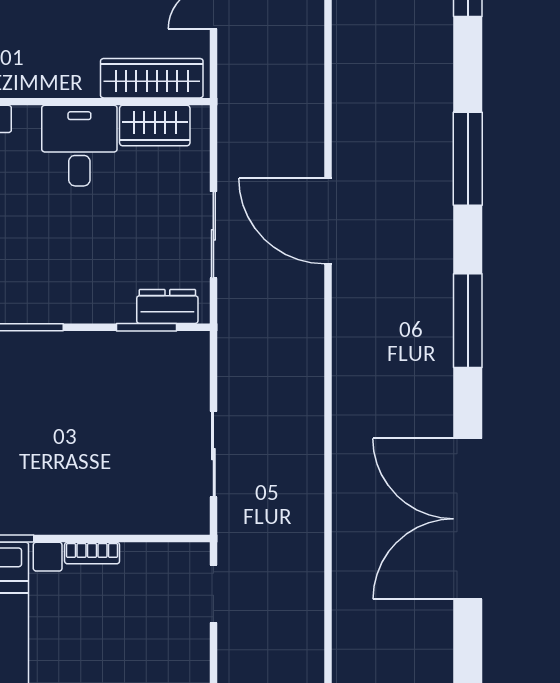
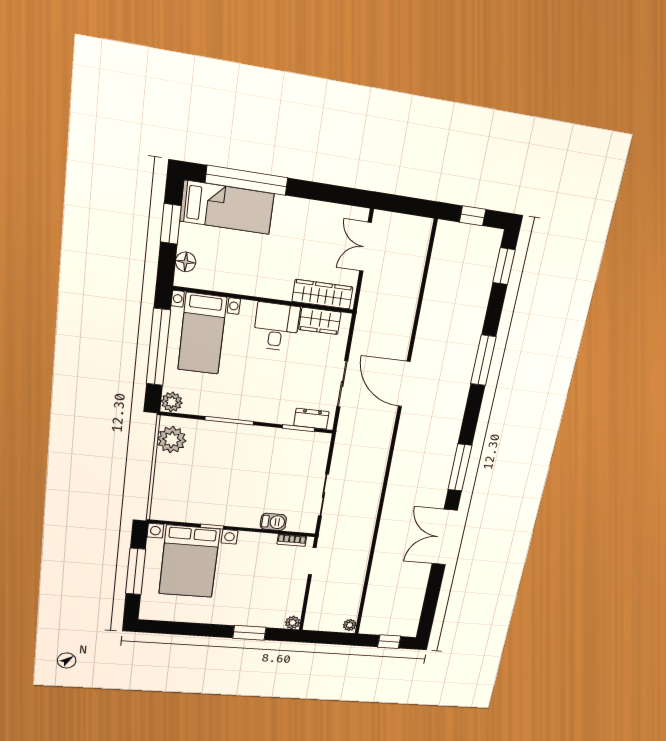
window: (468, 321) -> (460, 468), moved
barbecue: (126, 518) -> (273, 522), added
double door: (468, 519) -> (445, 537), width x0.73
bookcase: (92, 553) -> (292, 540), moved

